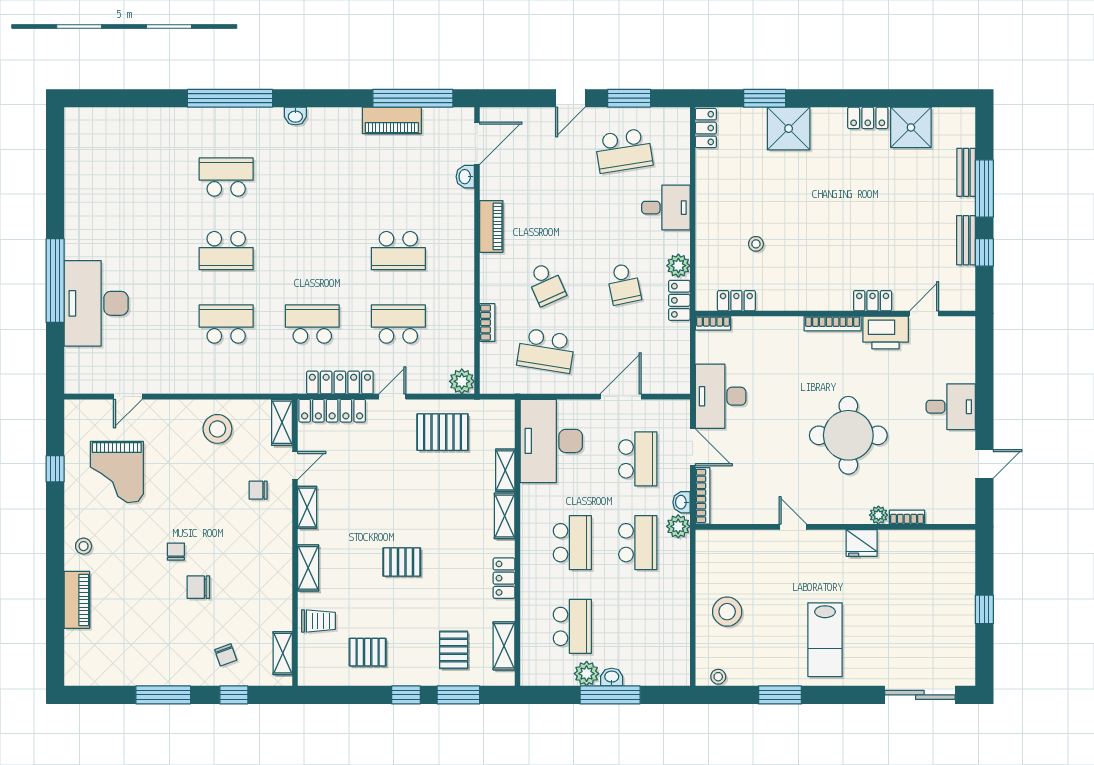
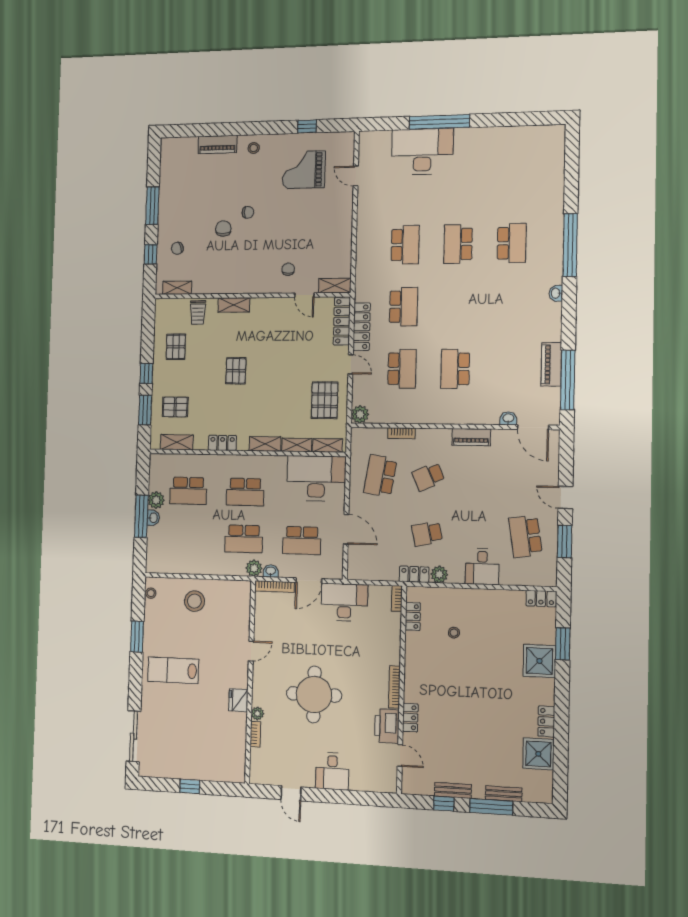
stool: (217, 429) -> (331, 240), removed
shelving: (307, 507) -> (327, 445), moved

